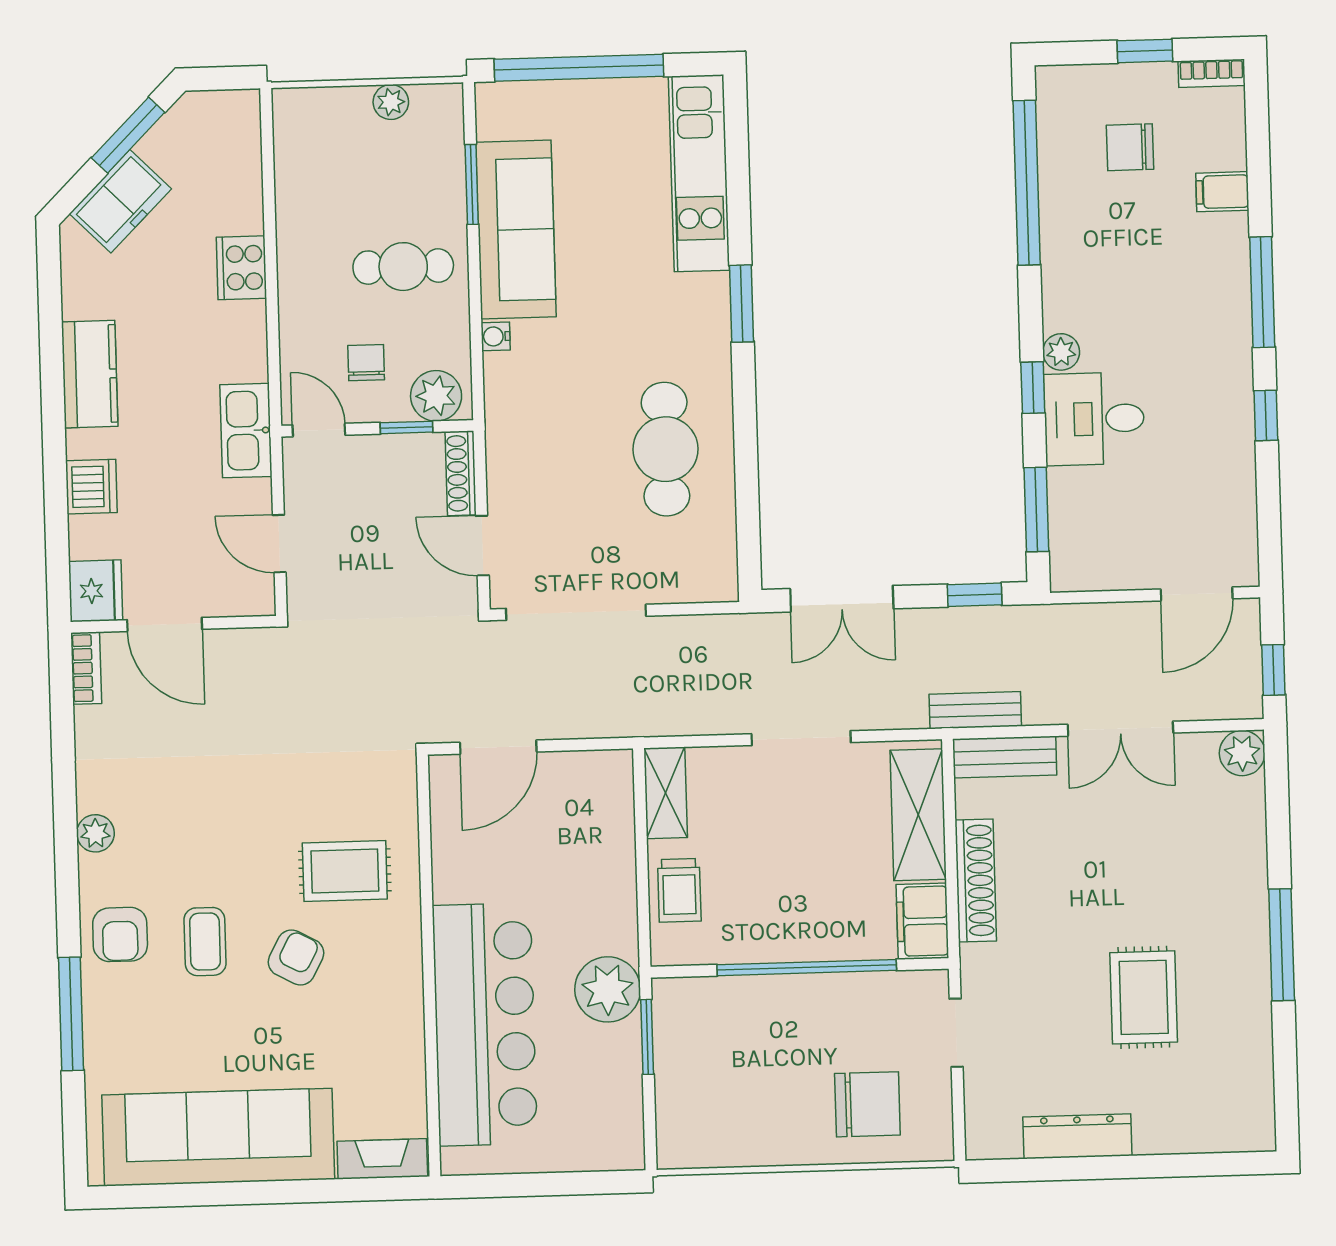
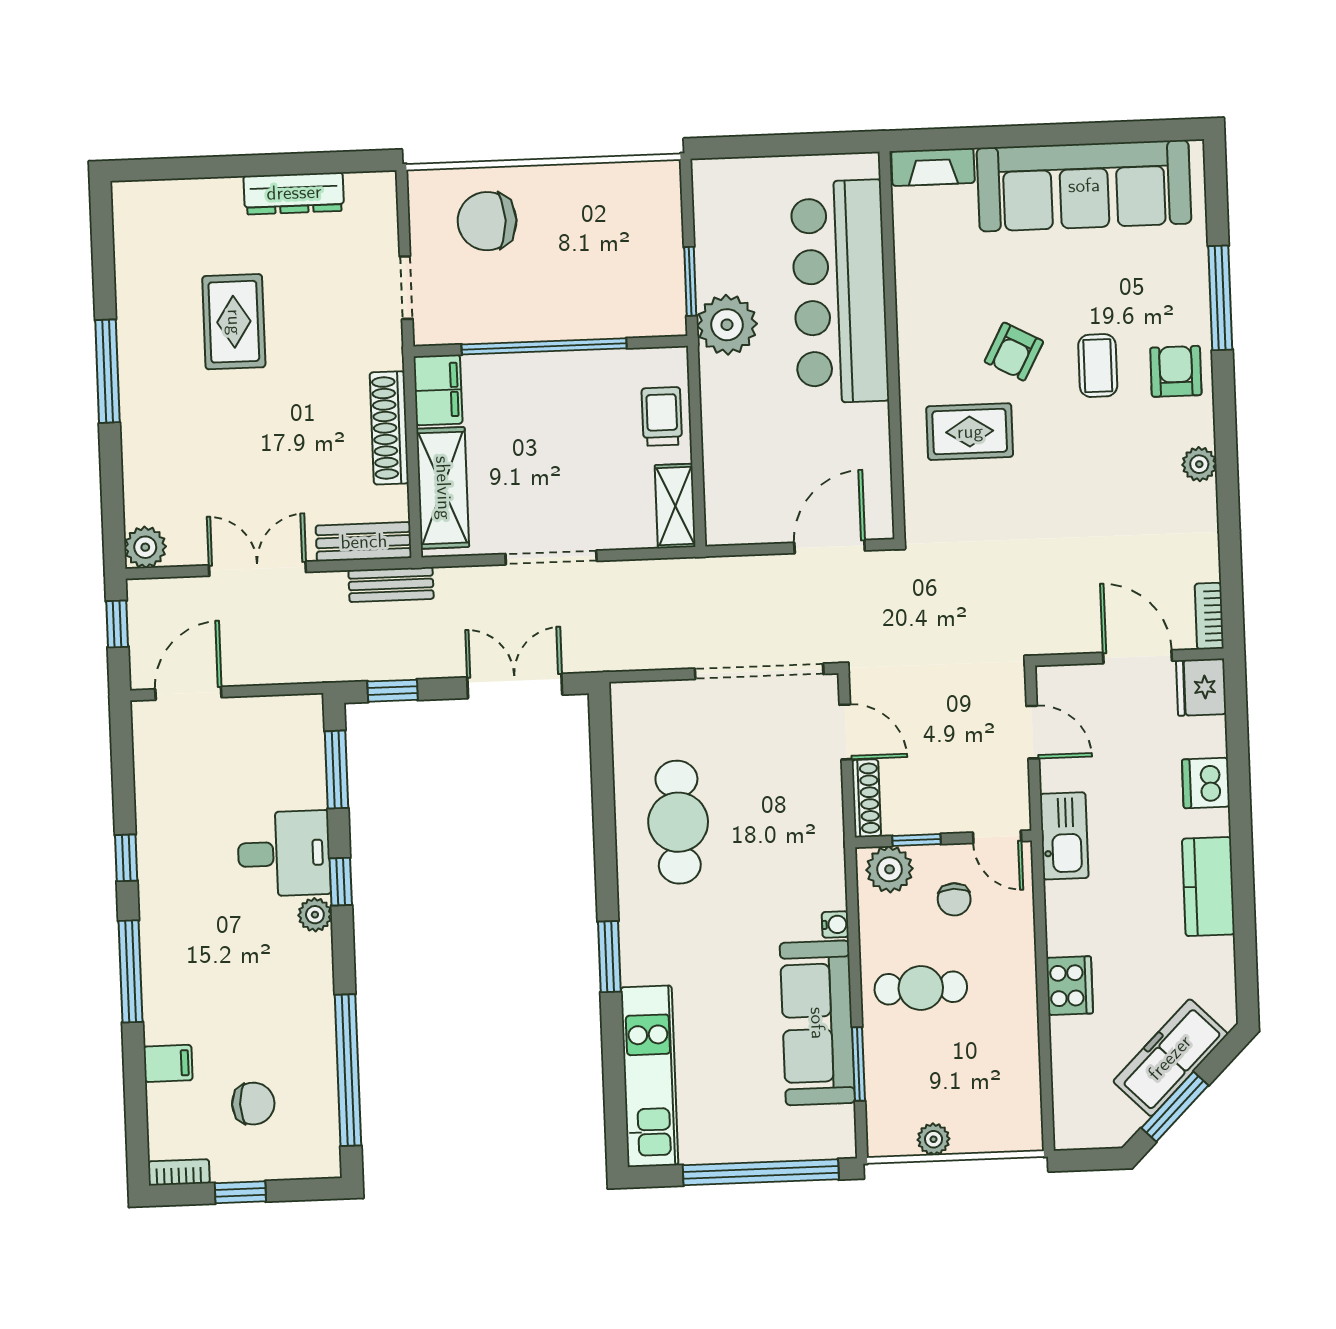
freezer: (120, 201) -> (1170, 1058), width x1.40

